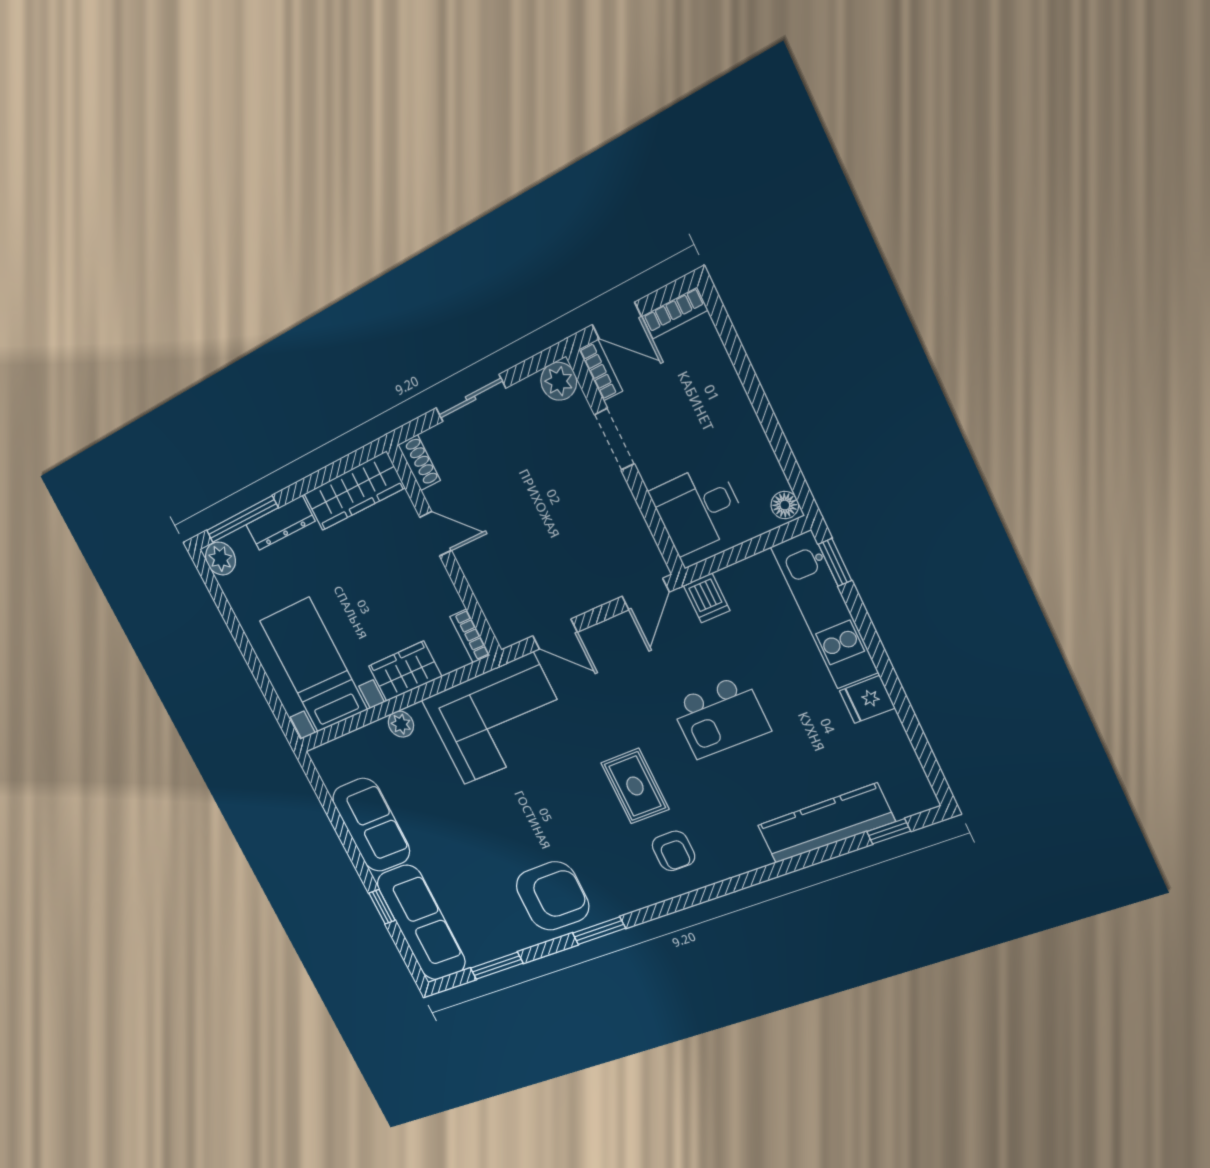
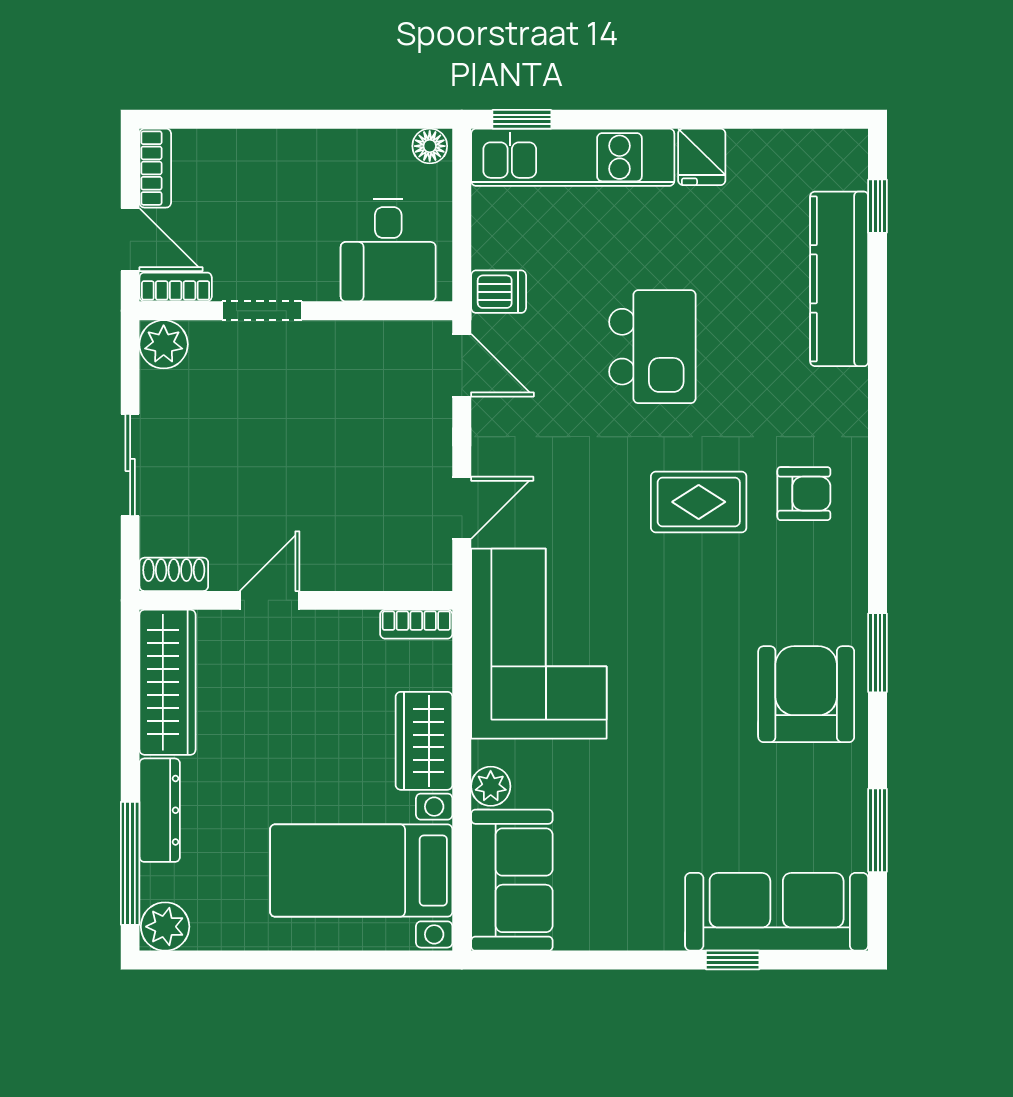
door: (617, 321) -> (130, 240), hinge flipped
sofa: (371, 825) -> (512, 880), moved, turned 90

